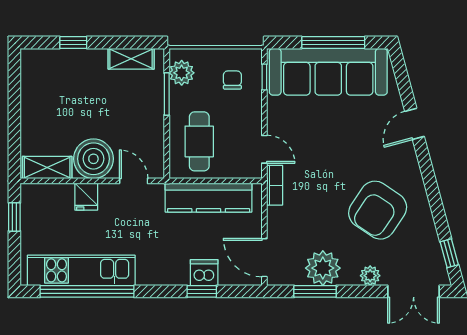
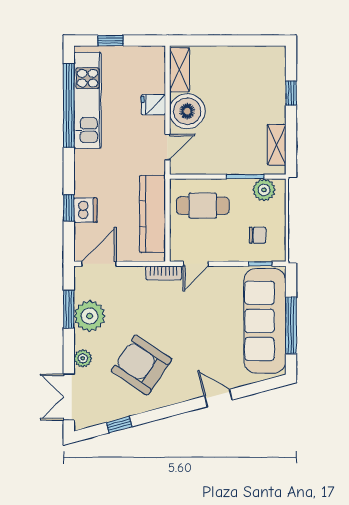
window: (14, 217) -> (110, 41), moved
window: (449, 253) -> (119, 425), moved

